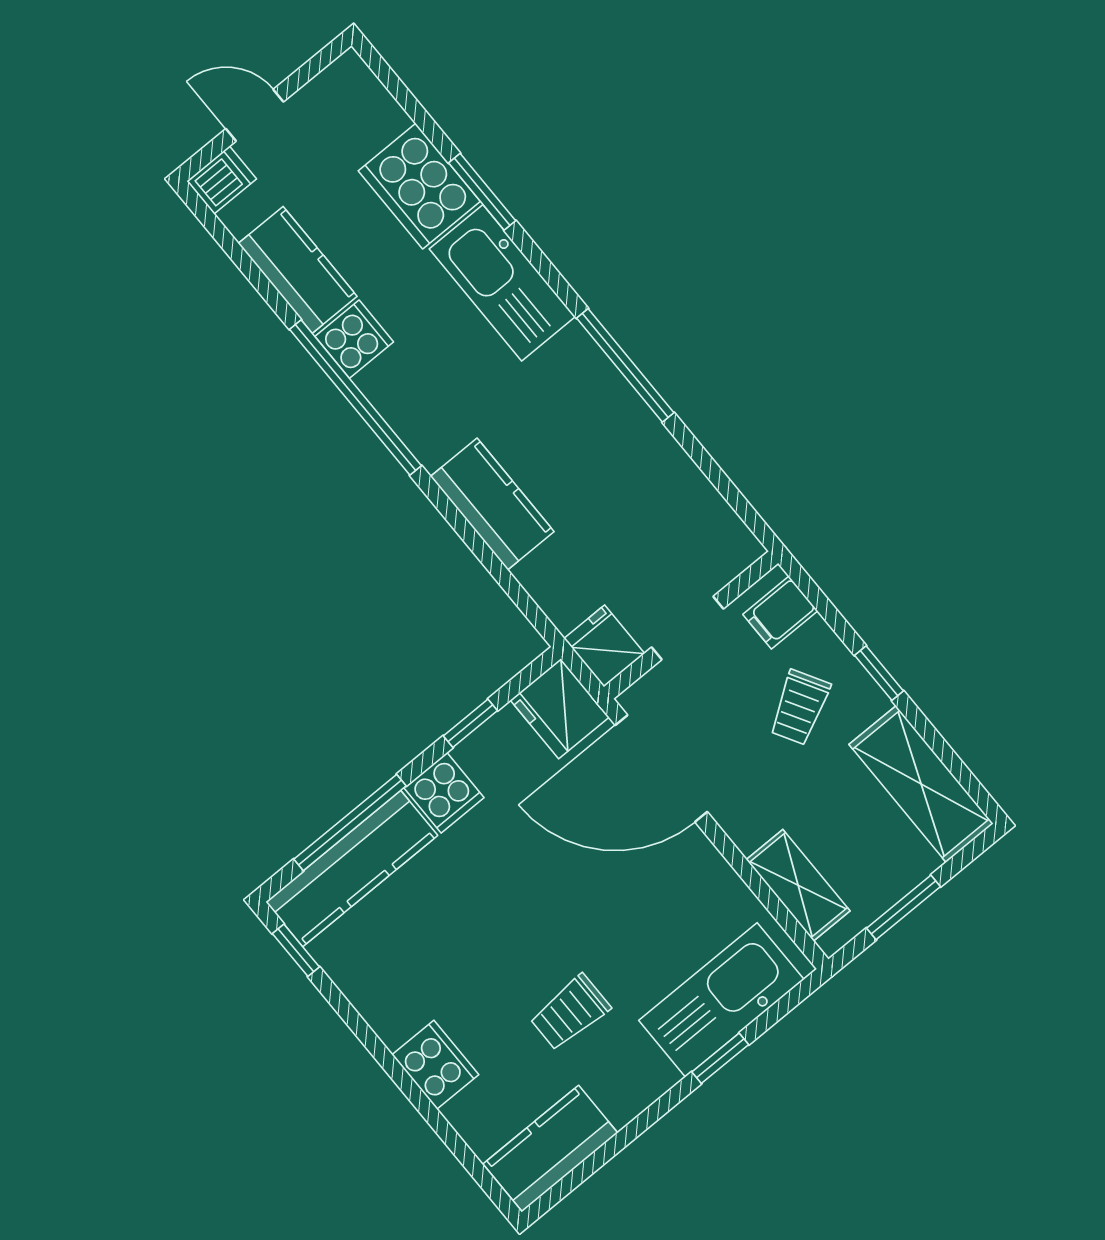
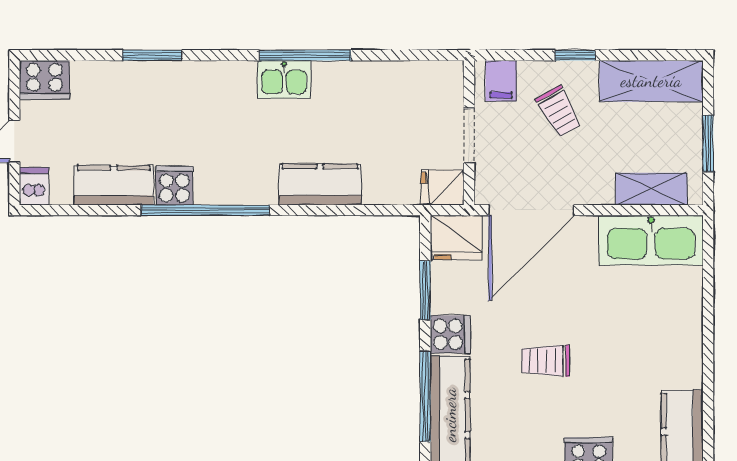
cooker: (419, 186) -> (44, 80), moved, width x0.73, depth x0.76
kitchen sink: (502, 283) -> (284, 79), moved, width x0.53, depth x0.81
window: (470, 723) -> (425, 290), width x1.50
kitchen sink: (721, 1000) -> (651, 240), moved, turned -90
trolley: (570, 1012) -> (545, 361), moved, turned 90
window: (720, 1058) -> (708, 304), removed

